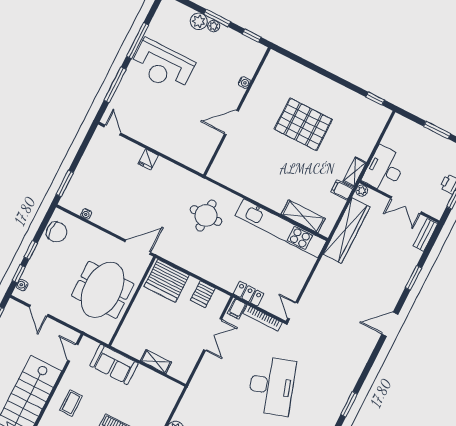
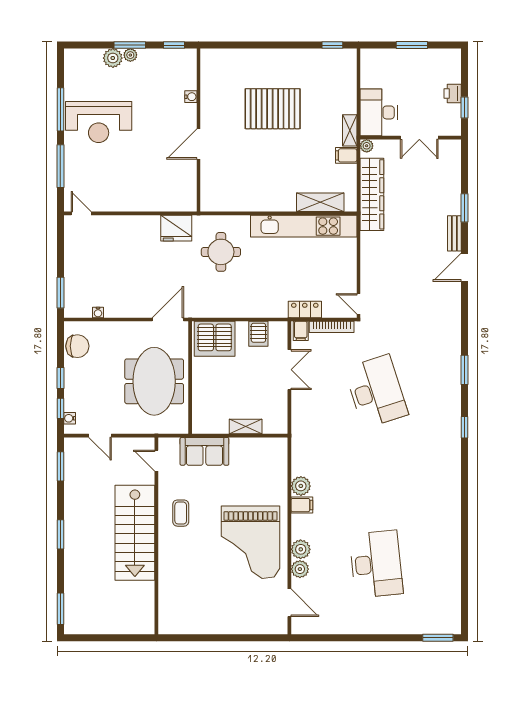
fridge: (148, 159) -> (176, 228), moved, width x1.88, depth x1.34
bench: (425, 235) -> (454, 233), moved

